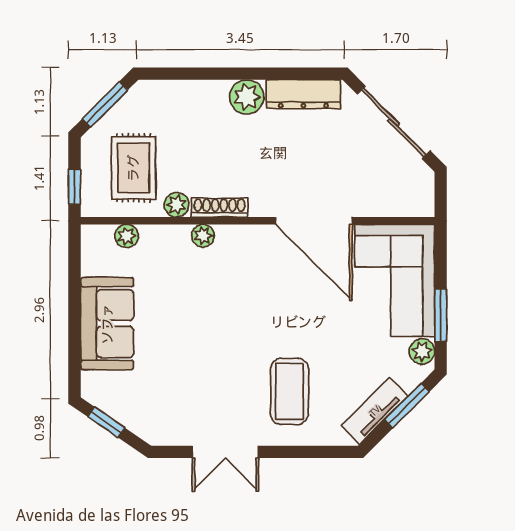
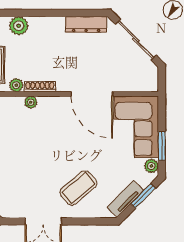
plant: (247, 97) -> (19, 26), moved
coffee table: (289, 391) -> (78, 188), turned 50

